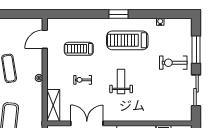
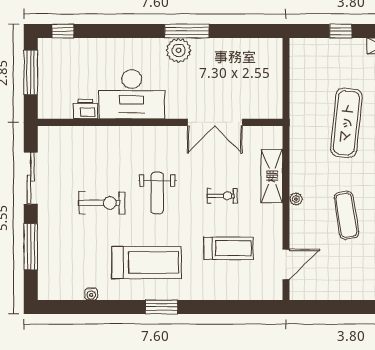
exercise bike: (173, 63) -> (102, 203), moved
shelving: (53, 105) -> (272, 176), moved

